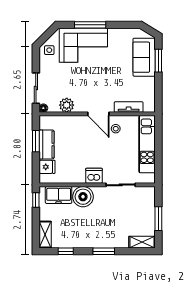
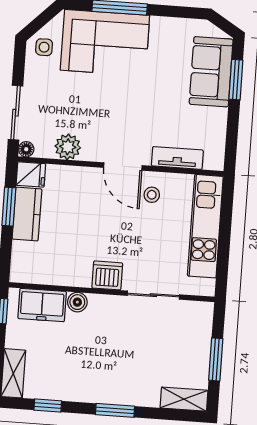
fridge: (47, 167) -> (31, 174), moved
boiler: (83, 197) -> (77, 302), width x0.54, depth x0.54

